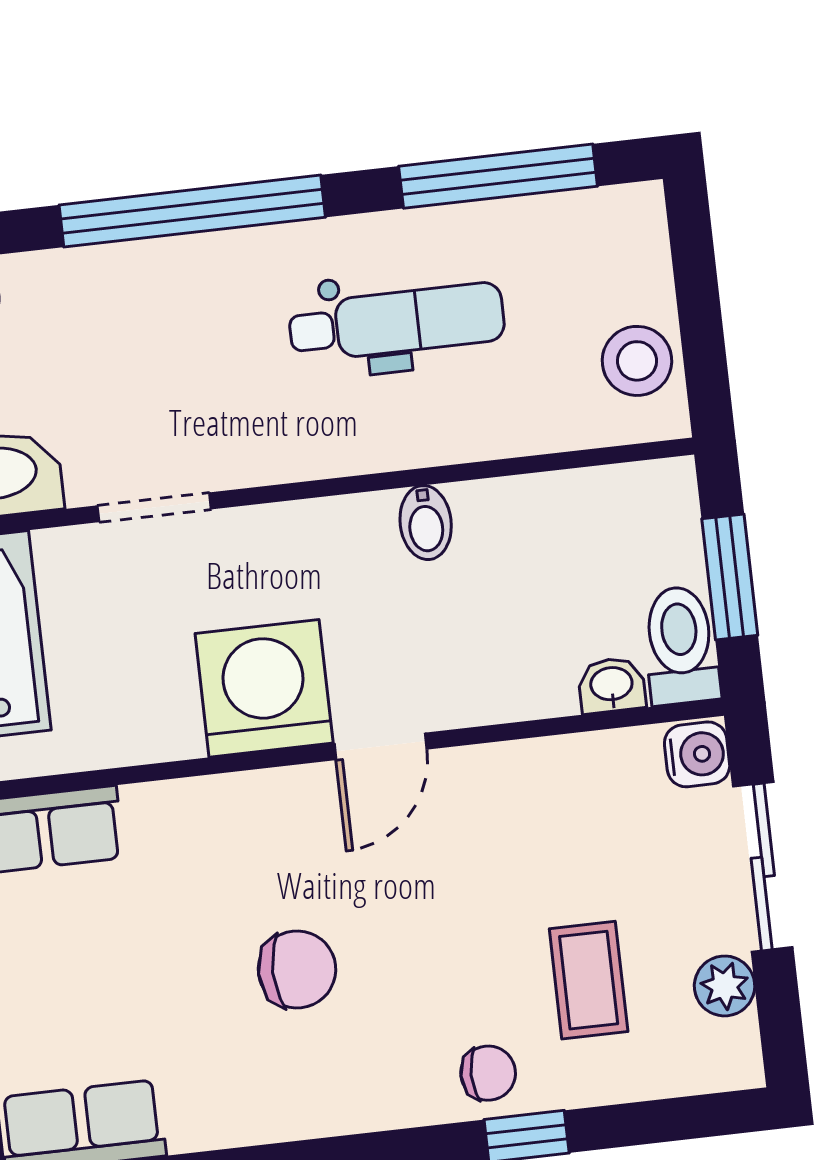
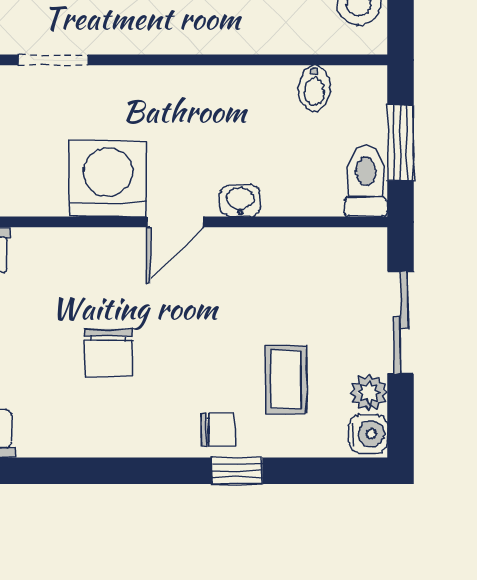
bidet: (426, 523) -> (314, 88), moved
washbasin: (612, 685) -> (240, 201), moved
water cooler: (697, 754) -> (368, 434), moved
chair: (297, 969) -> (108, 353), turned 90

